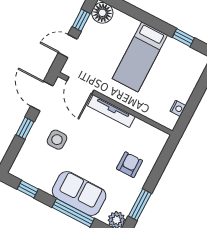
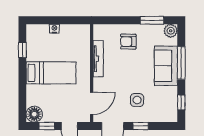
nightstand: (178, 108) -> (54, 29), moved
tv unit: (111, 111) -> (98, 59), moved

